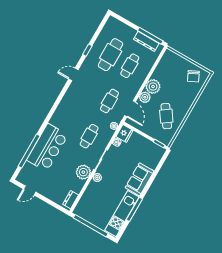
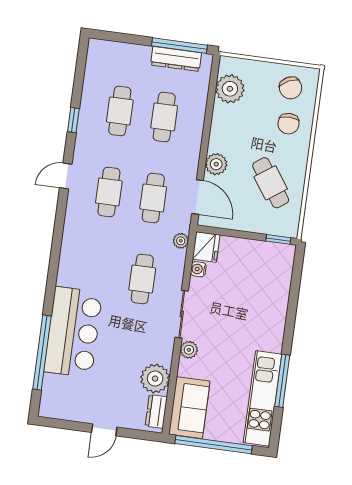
cafe table: (111, 55) -> (120, 111), width x0.73, depth x0.74
plant: (153, 87) -> (230, 89), moved
cafe table: (90, 90) -> (109, 192), added
chair: (186, 92) -> (288, 124), added
plant: (83, 172) -> (155, 379), moved
sofa: (140, 179) -> (189, 408), moved, turned 180
door: (30, 191) -> (104, 430), moved

